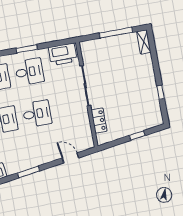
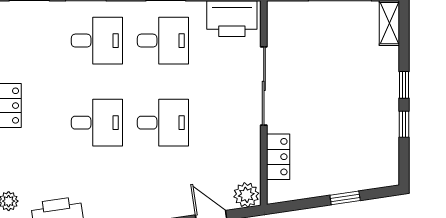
window: (157, 72) -> (404, 85), added
plant: (86, 143) -> (246, 195), added

